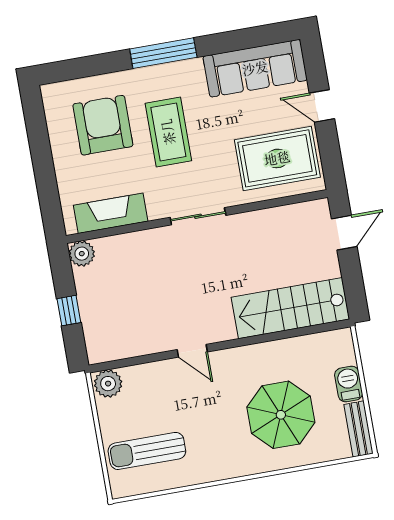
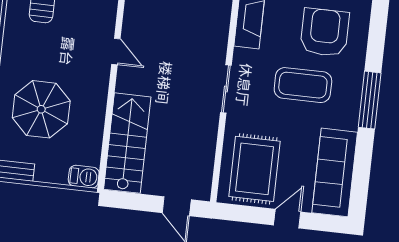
armchair: (103, 125) -> (325, 32), turned -90
door: (192, 351) -> (116, 52), swing flipped
barbecue: (349, 384) -> (84, 177), moved

